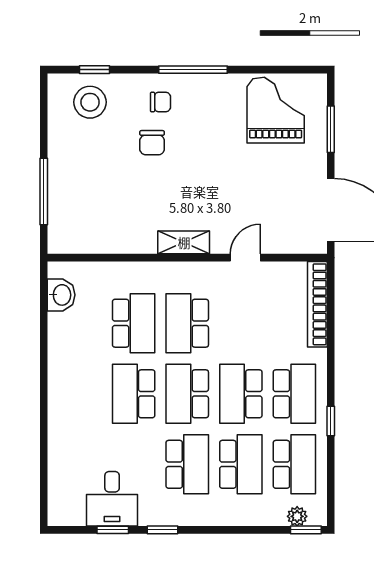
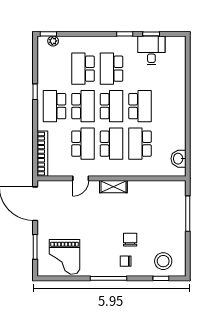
school desk: (294, 464) -> (83, 144), moved, turned 180

